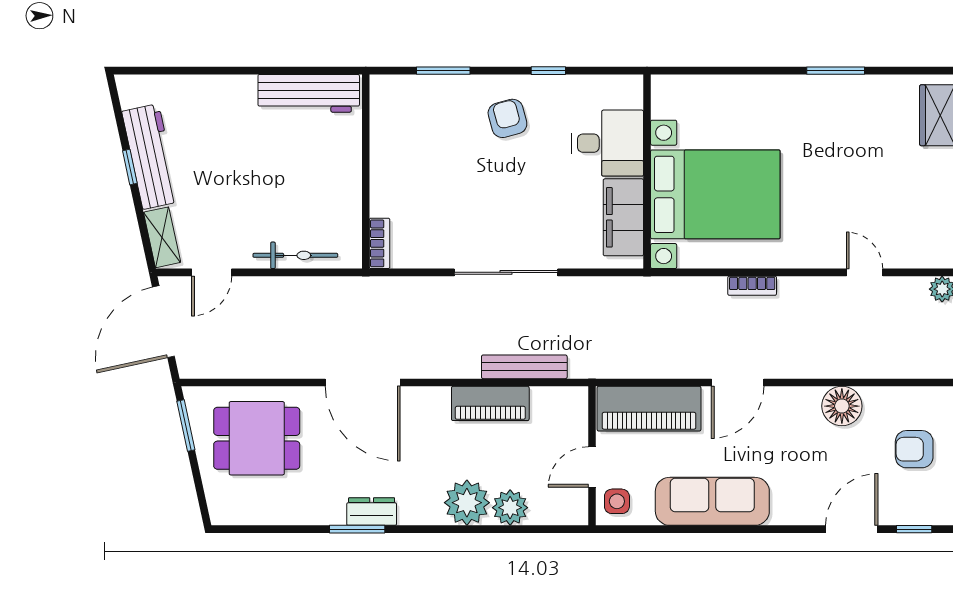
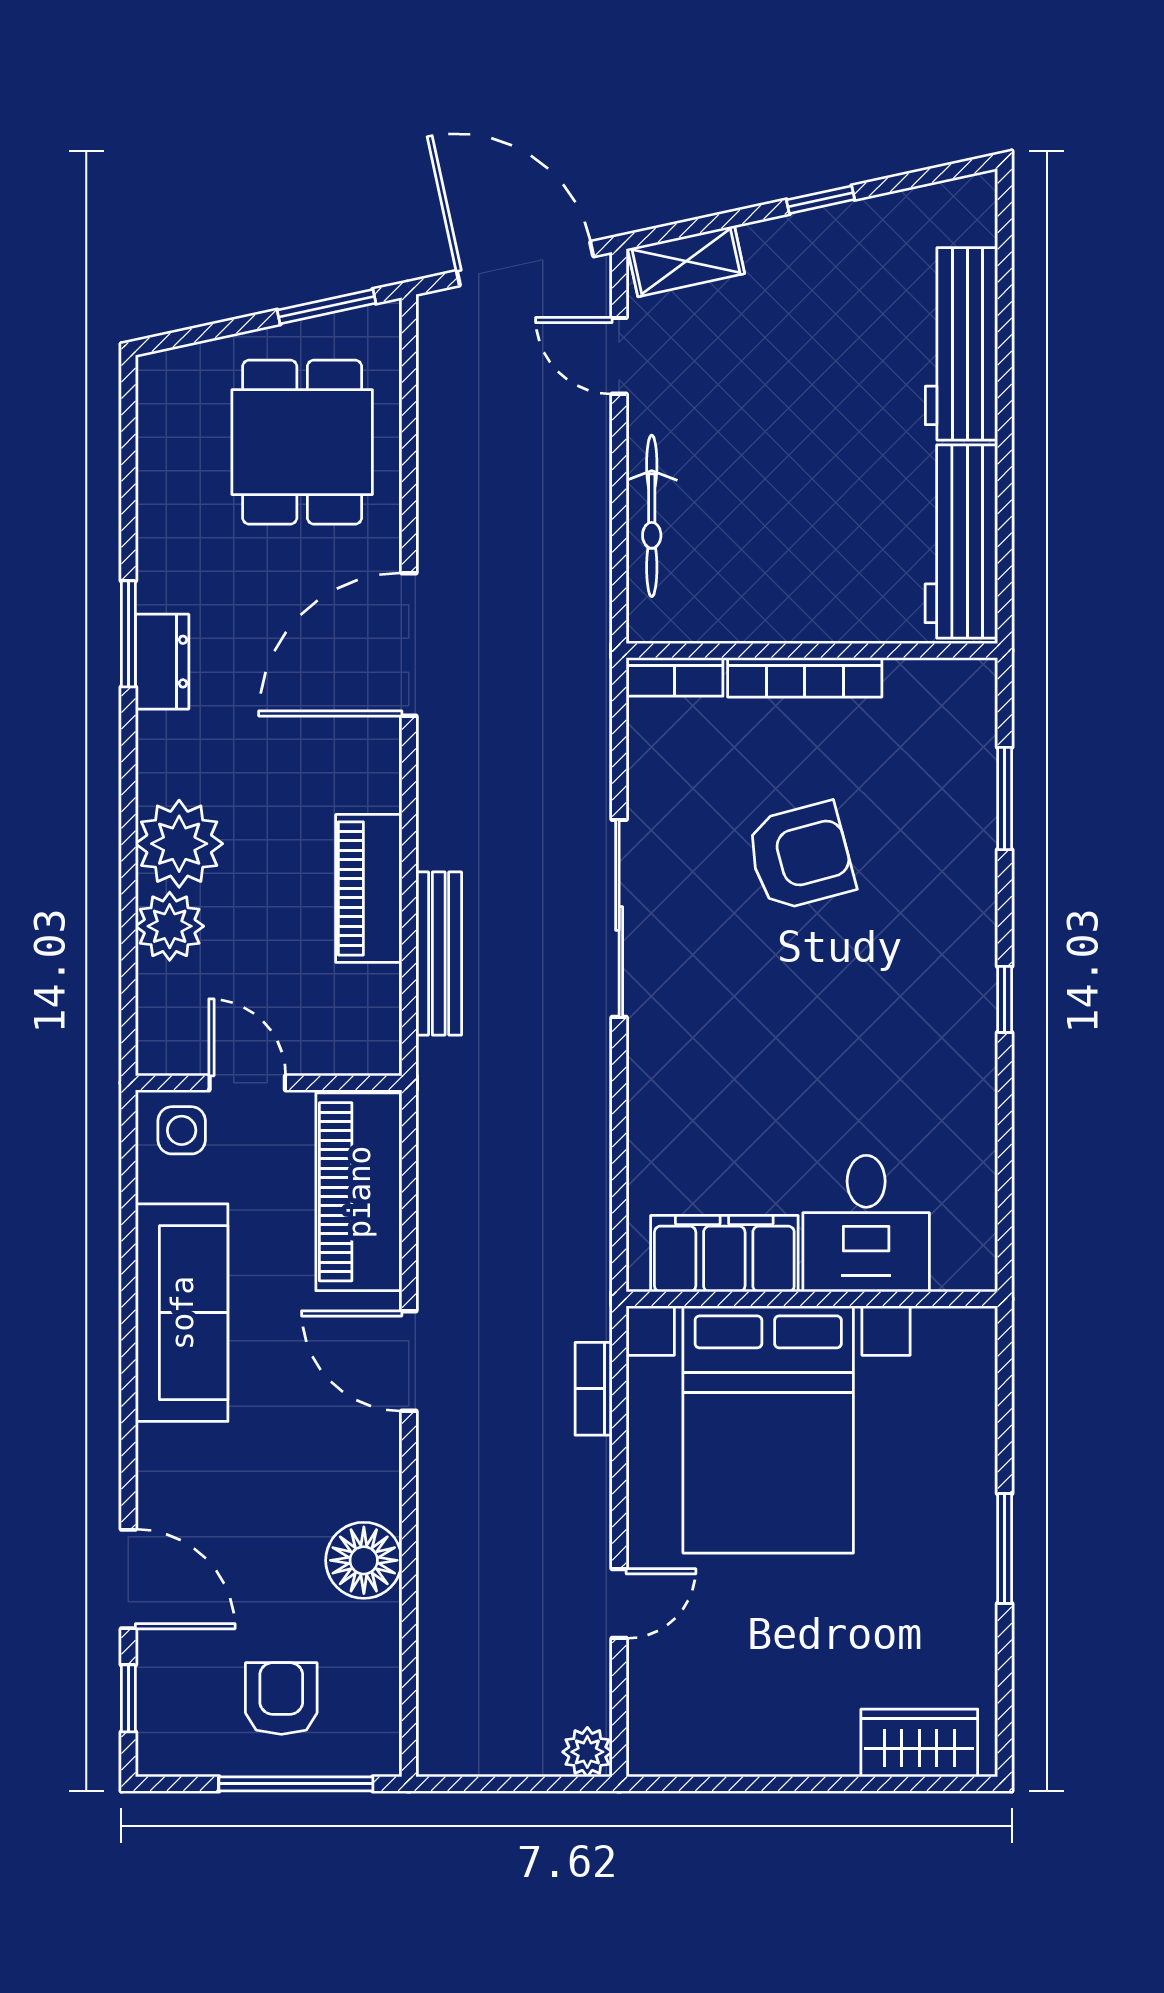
armchair: (507, 118) -> (800, 856), moved, width x1.38, depth x1.38
desk: (608, 143) -> (866, 1224), moved
workbench: (151, 156) -> (961, 344), moved, turned 102
wall: (647, 172) -> (812, 1299), moved
bookcase: (380, 175) -> (805, 677), added
bed with nightstands: (715, 194) -> (768, 1429), moved
filing cabinet: (623, 217) -> (724, 1254), moved

